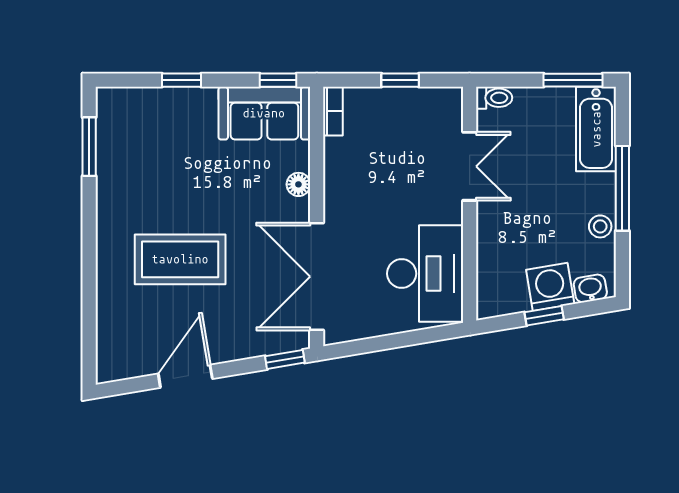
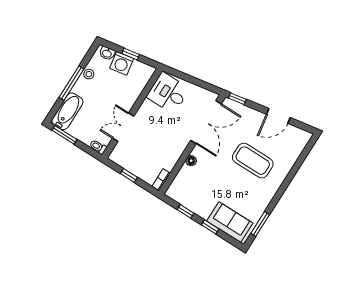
window: (278, 80) -> (186, 211), moved
sofa: (264, 113) -> (230, 222), moved
desk: (425, 274) -> (168, 93), width x0.73

